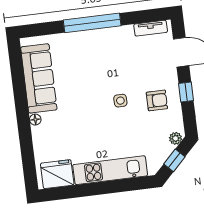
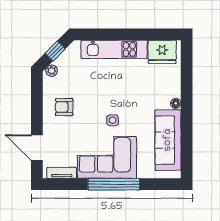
corner sofa: (103, 51) -> (107, 157), added
window: (186, 92) -> (37, 111), removed
side table: (120, 101) -> (113, 120), moved

